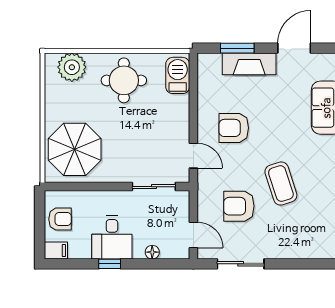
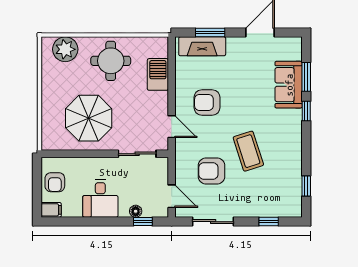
fireplace: (249, 64) -> (202, 46), moved
barbecue: (178, 75) -> (158, 74), moved
parasol: (75, 149) -> (89, 118), moved
armchair: (60, 219) -> (55, 182), turned 90
window: (110, 264) -> (143, 222), moved
window: (304, 264) -> (269, 222), added

